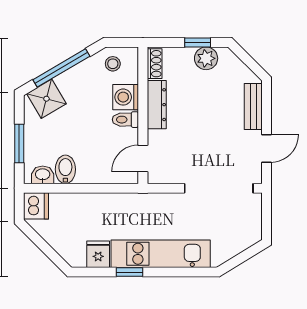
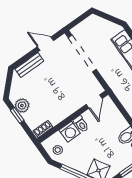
dresser: (157, 105) -> (62, 114), removed
door: (143, 158) -> (94, 102), hinge flipped

